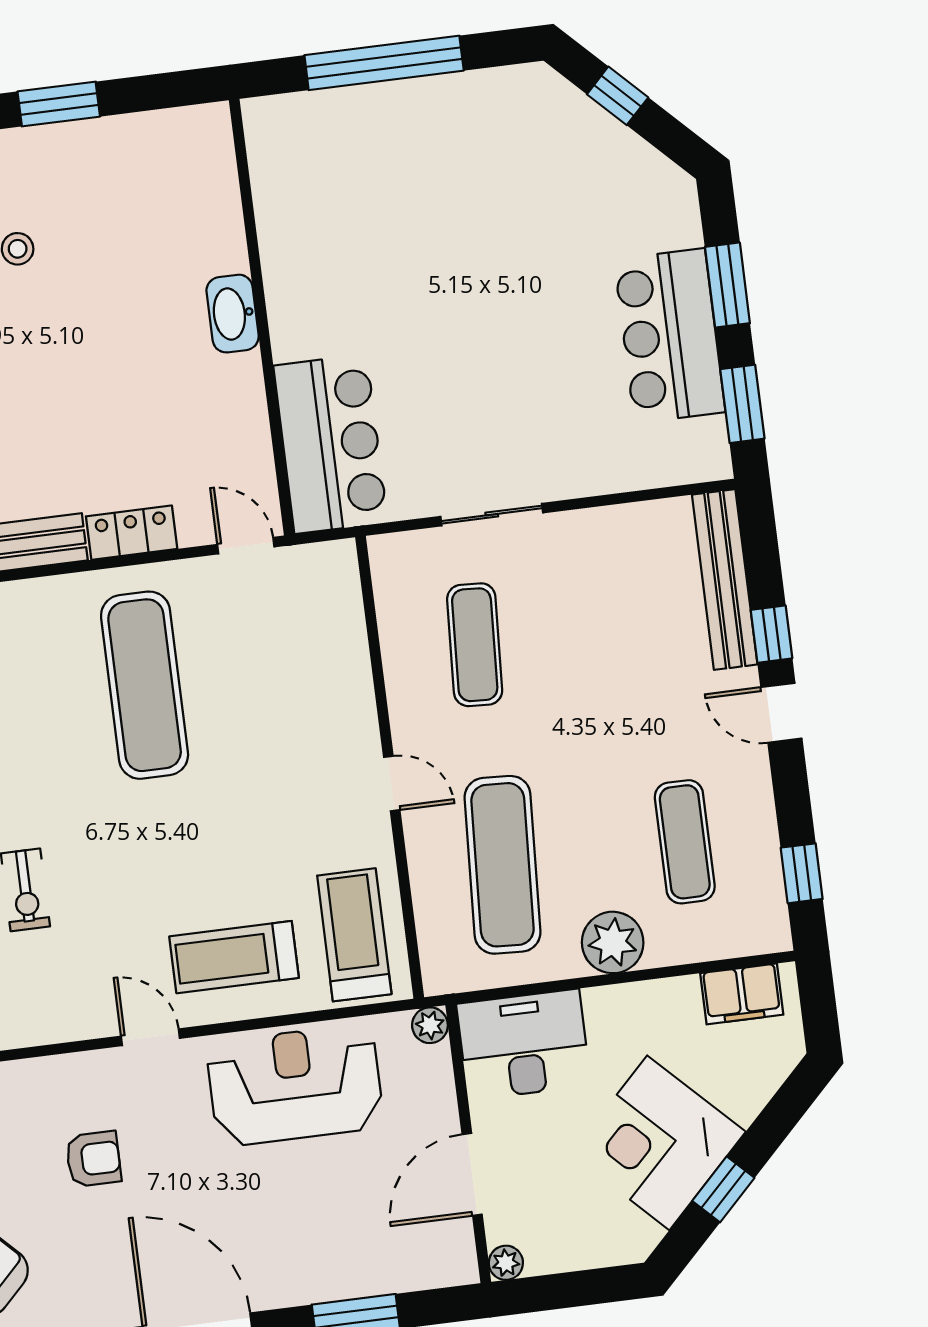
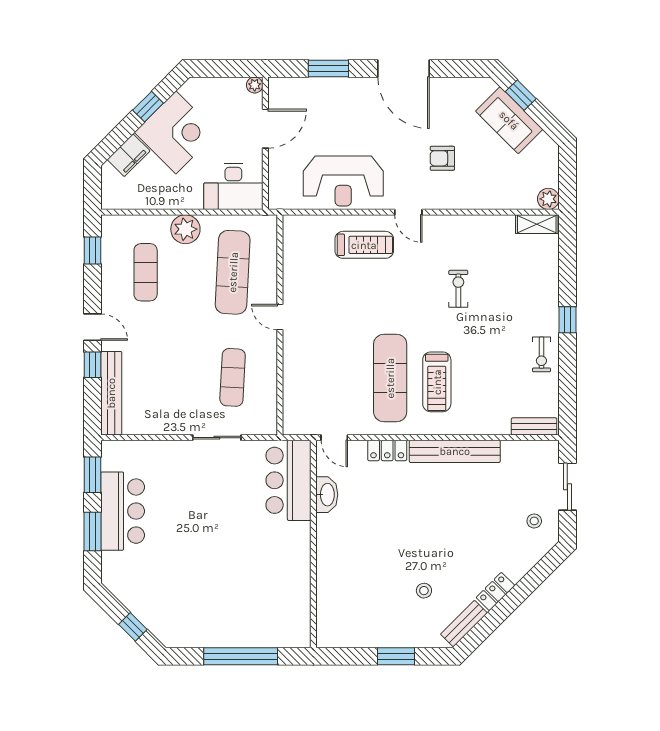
washbasin: (233, 314) -> (327, 495), moved
treadmill: (354, 935) -> (437, 382), moved
filing cabinet: (742, 994) -> (129, 155), moved, turned 135
plant: (430, 1025) -> (276, 201), removed

